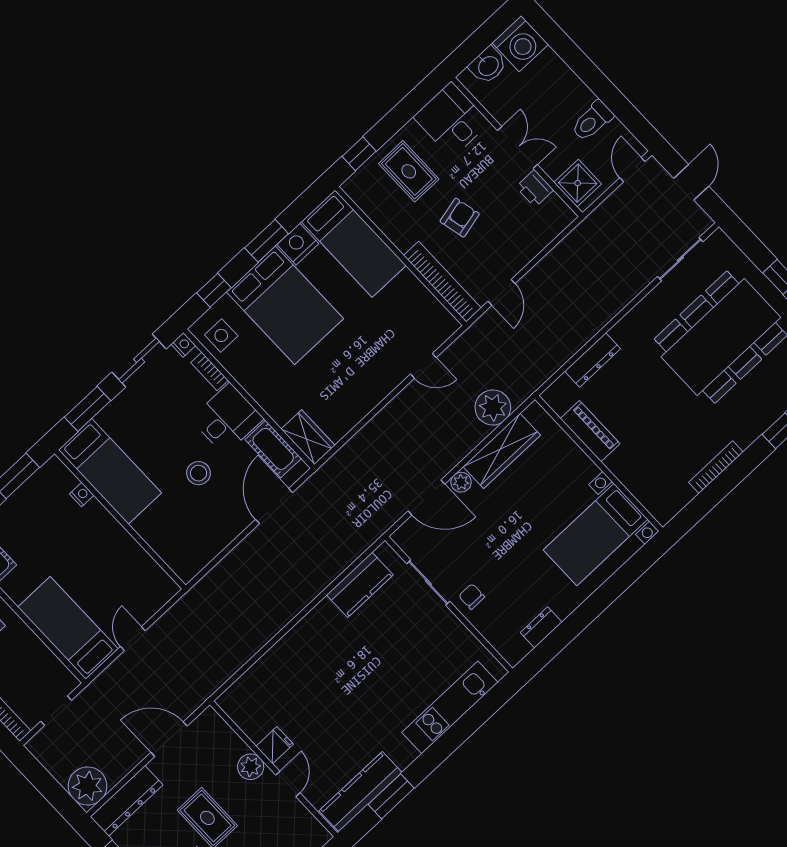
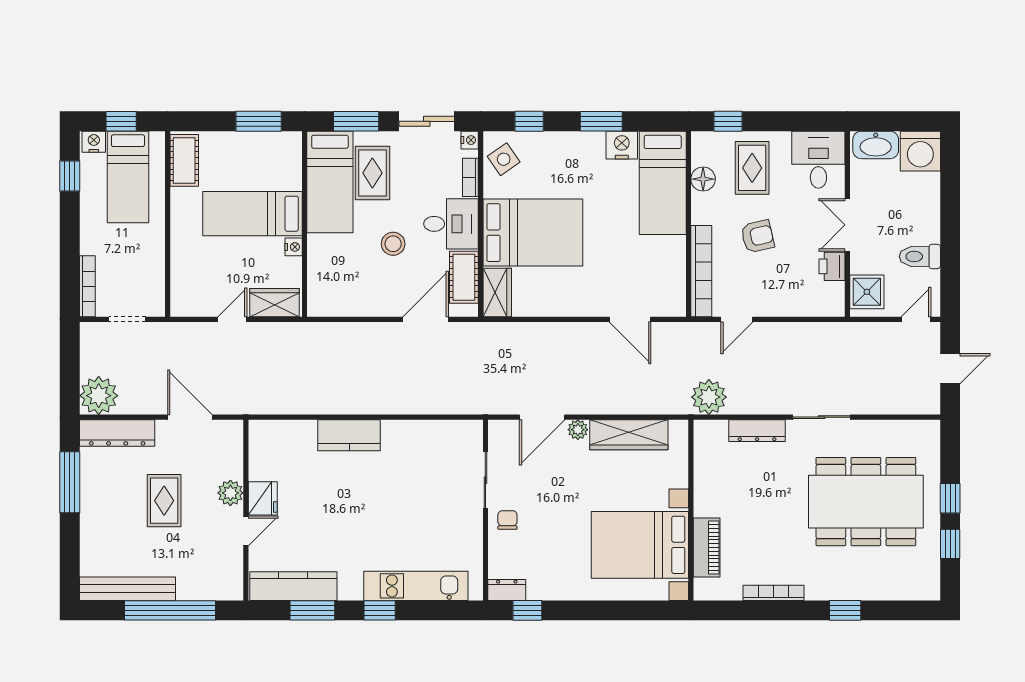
washbasin: (488, 65) -> (876, 145), width x1.38
double door: (517, 148) -> (847, 225), swing flipped
floor lamp: (381, 213) -> (703, 179), added
sliding door: (680, 259) -> (822, 417), moved
bed: (285, 305) -> (533, 233), moved, turned -90
side table: (221, 335) -> (504, 159), turned -35
door: (423, 366) -> (630, 319), width x1.37
plant: (493, 407) -> (709, 397), moved
piano: (590, 431) -> (707, 547), moved
rug: (135, 436) -> (372, 173), added
nightstand: (82, 495) -> (294, 247), moved
door: (426, 498) -> (542, 417), hinge flipped
bed with nightstands: (596, 534) -> (640, 545), width x1.36
kitchen counter: (360, 585) -> (349, 435), moved
wardrobe: (152, 598) -> (274, 303), added
dresser: (541, 627) -> (507, 590), moved
bed: (68, 628) -> (252, 214), moved, turned -90
window: (548, 649) -> (527, 610), added
fridge: (275, 745) -> (263, 498), width x1.38
window: (440, 750) -> (380, 610), added

